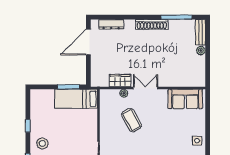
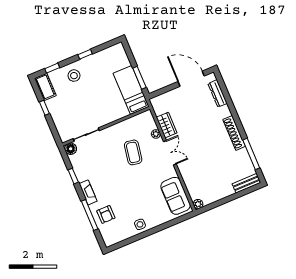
plant: (201, 51) -> (198, 204), moved
coffee table: (132, 120) -> (133, 152), turned -51

